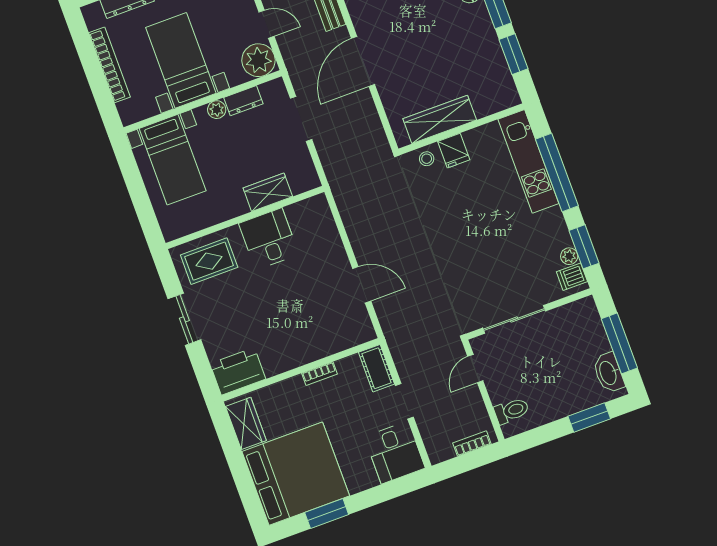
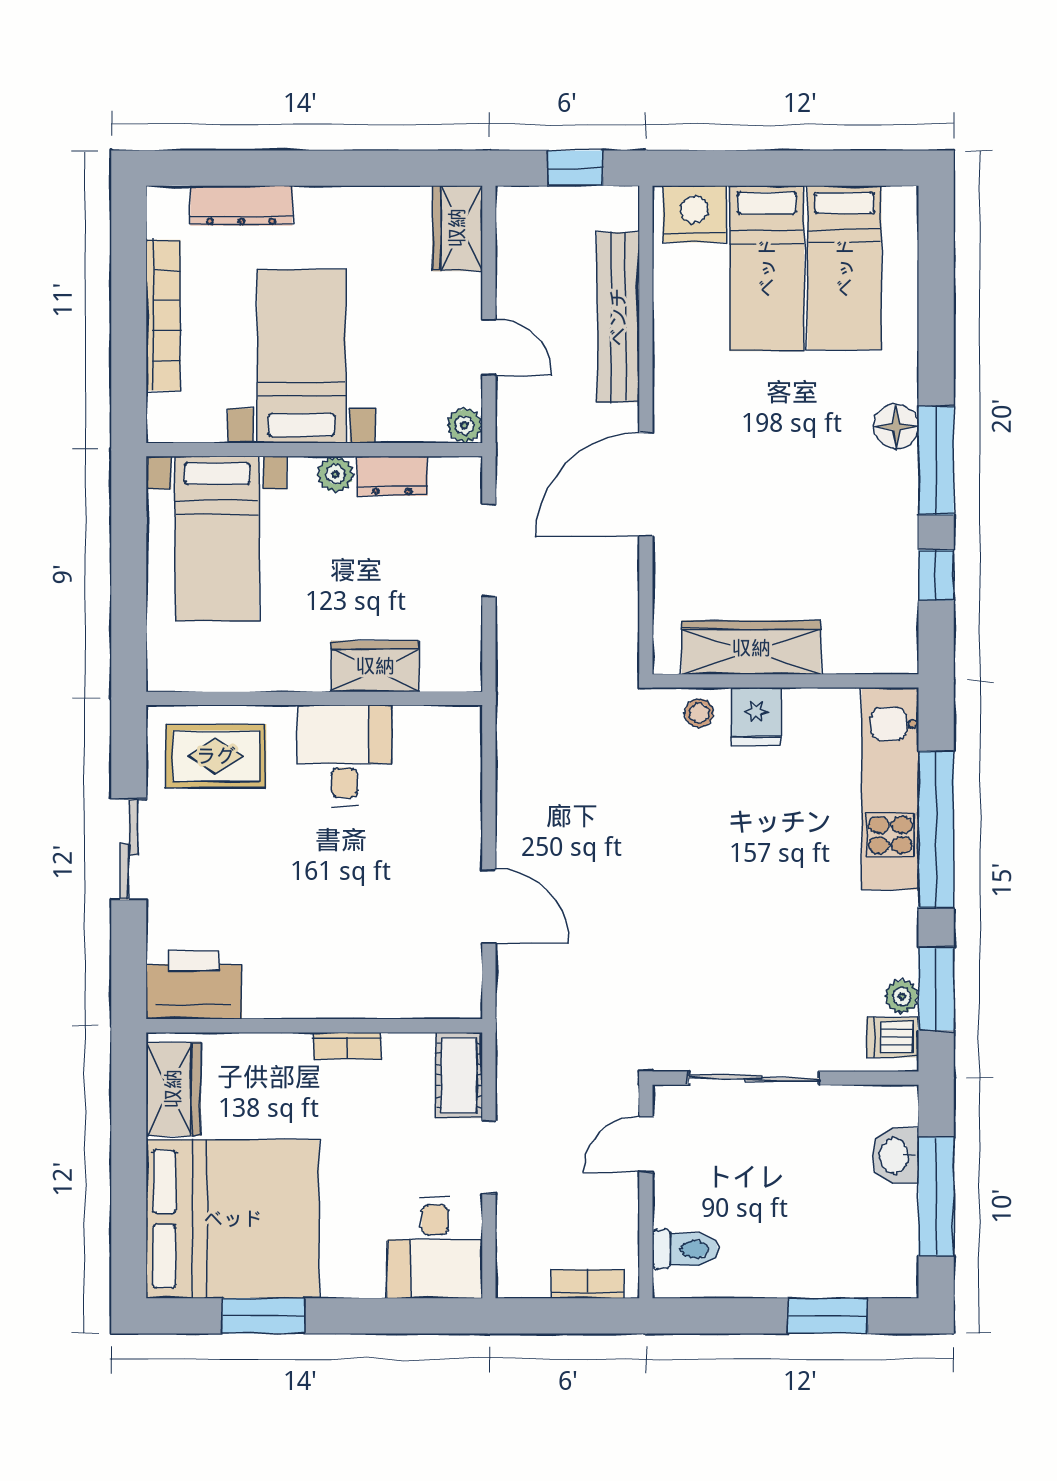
window: (513, 54) -> (936, 575), width x0.67
plant: (258, 60) -> (464, 425), width x0.53, depth x0.53
washbasin: (608, 373) -> (895, 1156), moved, width x0.72

